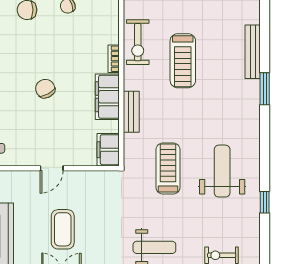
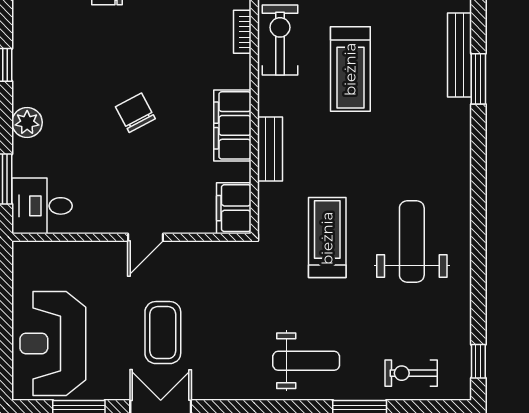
exercise bike: (138, 42) -> (280, 40), turned 180
bookcase: (114, 59) -> (242, 32), moved
window: (265, 89) -> (478, 79), moved
window: (265, 202) -> (478, 361), moved

